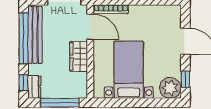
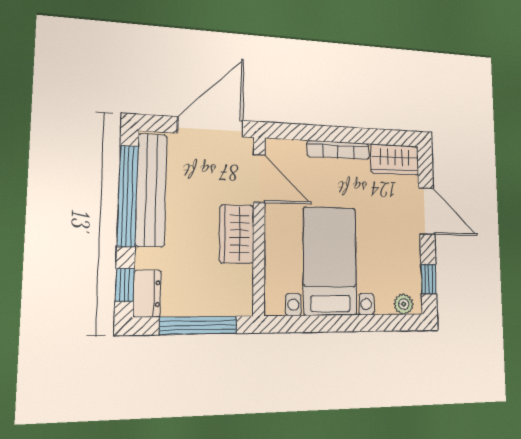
bookcase: (111, 9) -> (338, 150), moved
wardrobe: (167, 13) -> (395, 160), added
plant: (170, 88) -> (404, 304), width x0.53, depth x0.53

